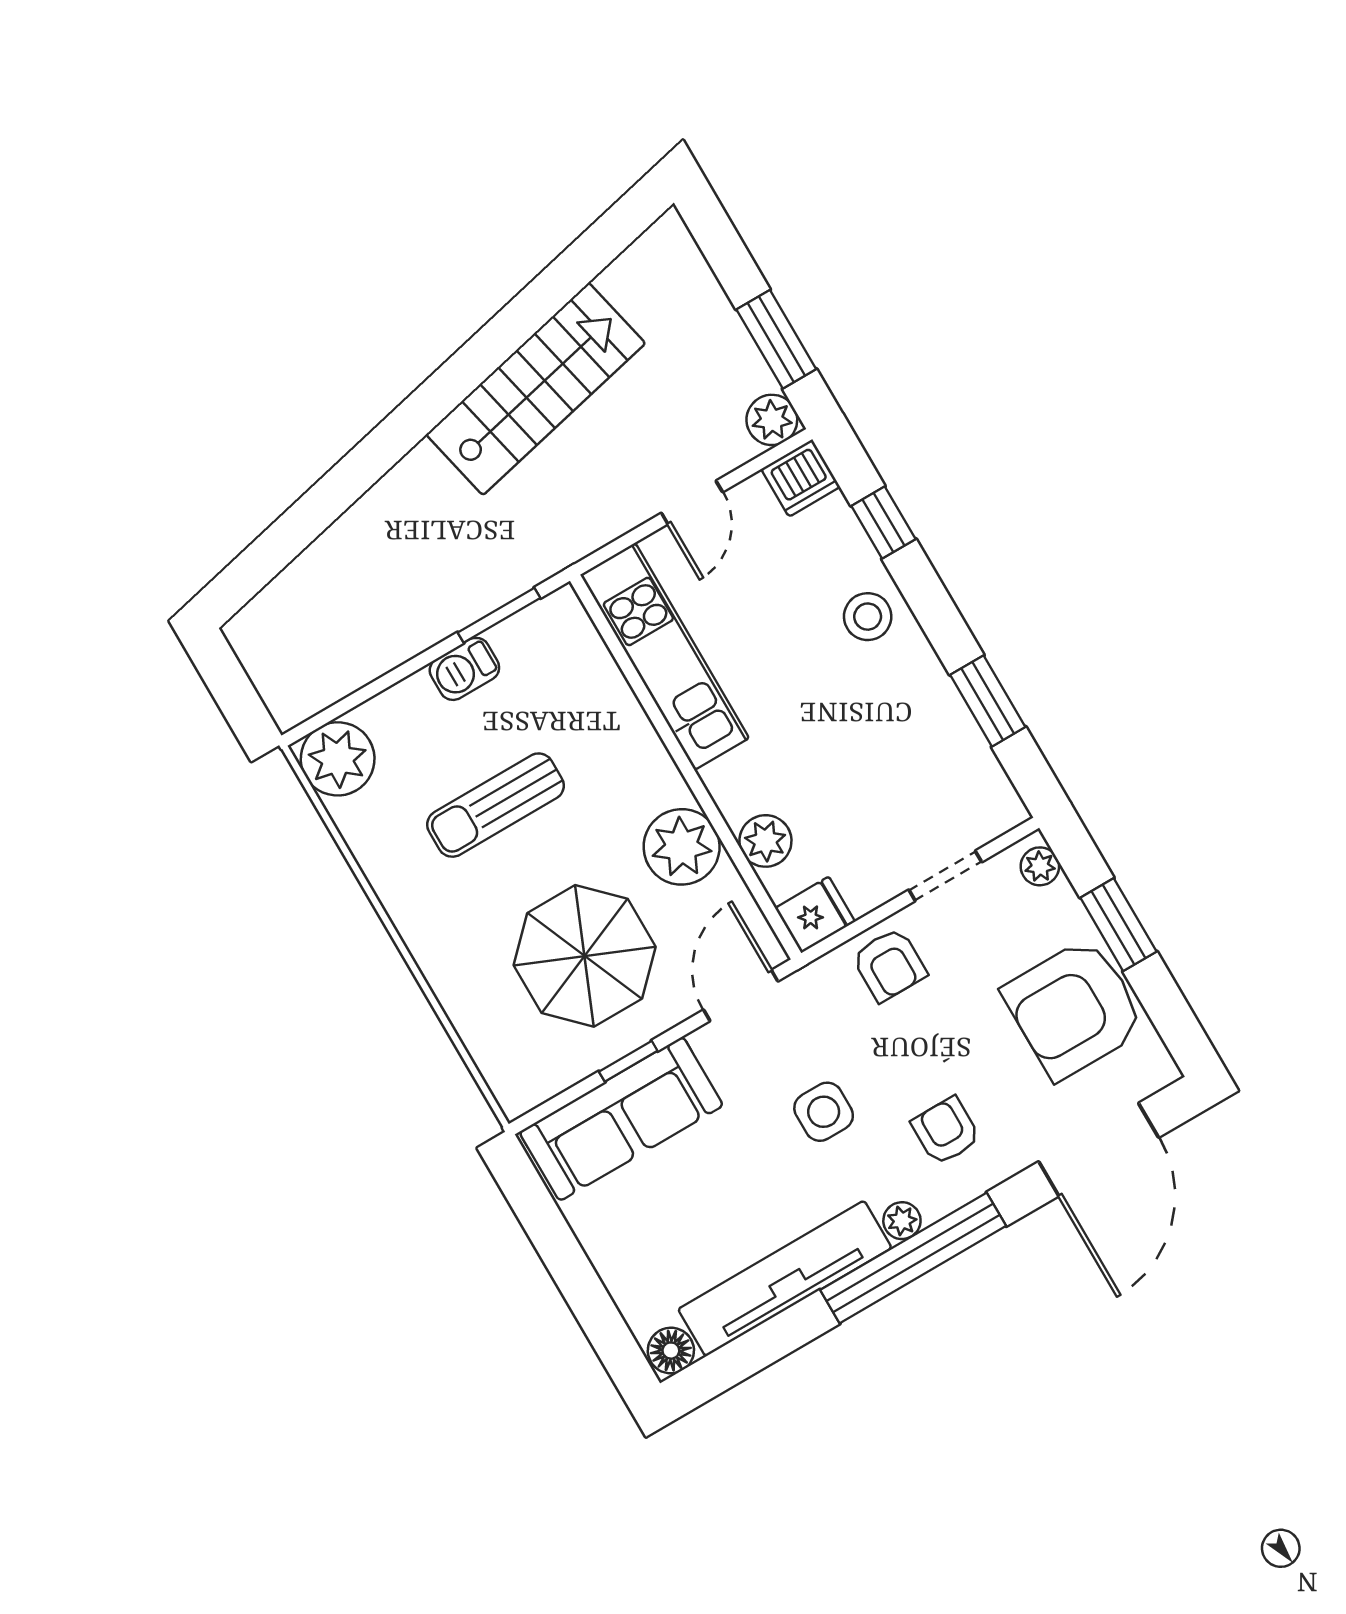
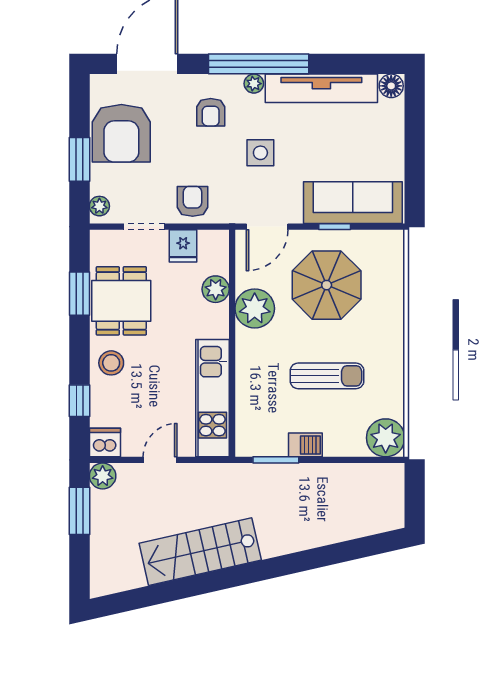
dining table: (911, 730) -> (121, 301), added
fridge: (815, 915) -> (183, 246), moved, turned -90
armchair: (1074, 1009) -> (121, 133), turned 90

